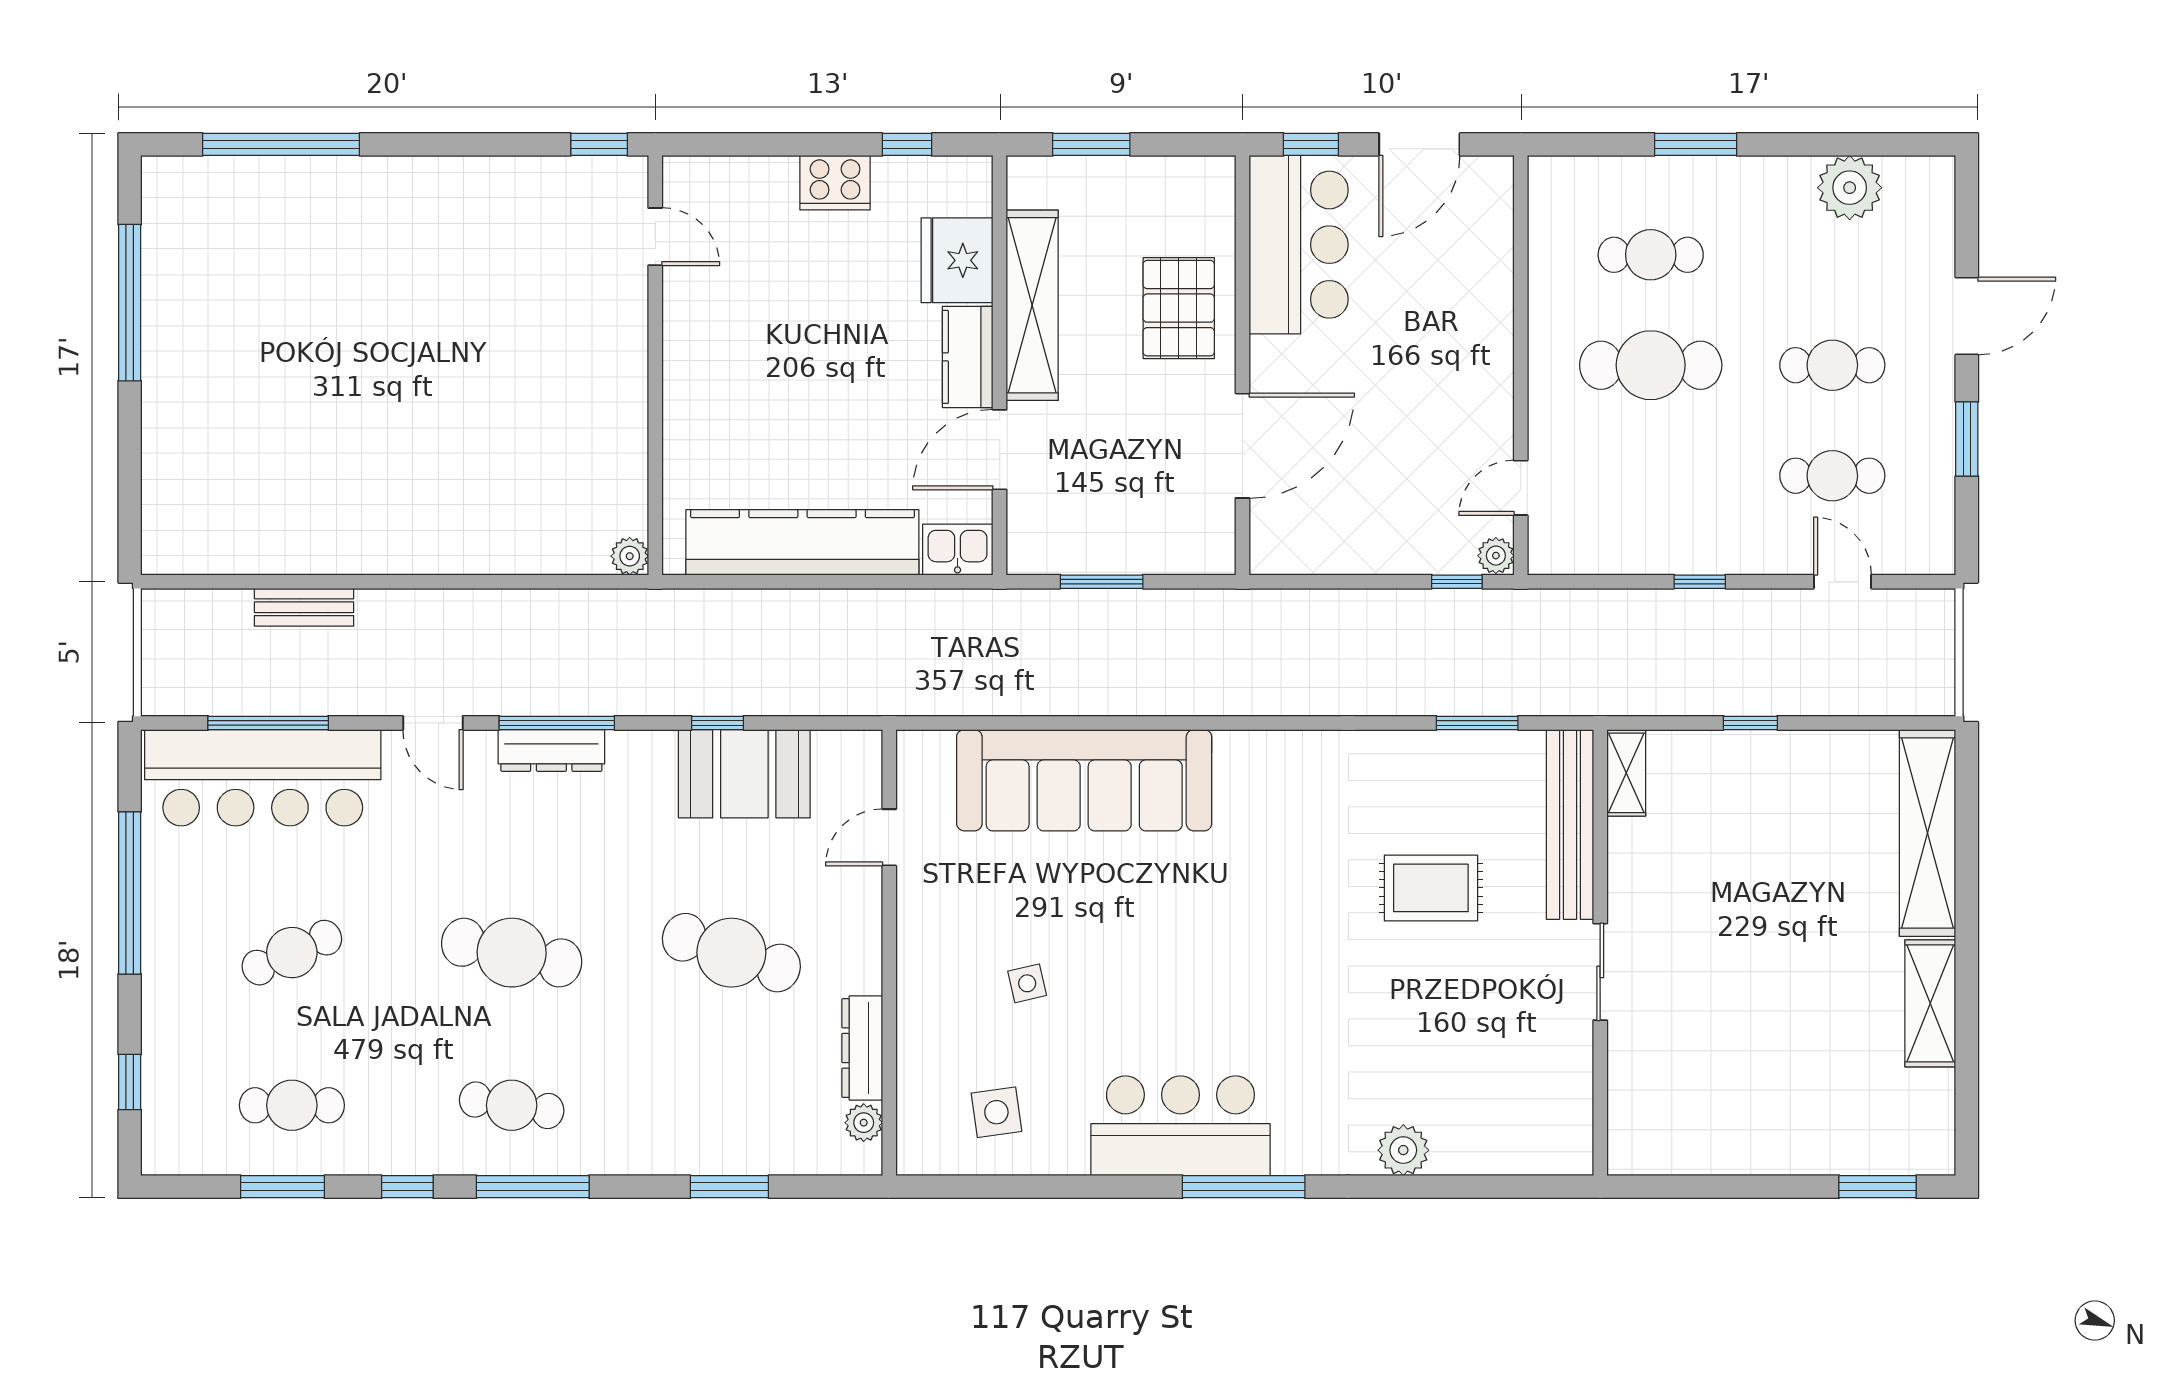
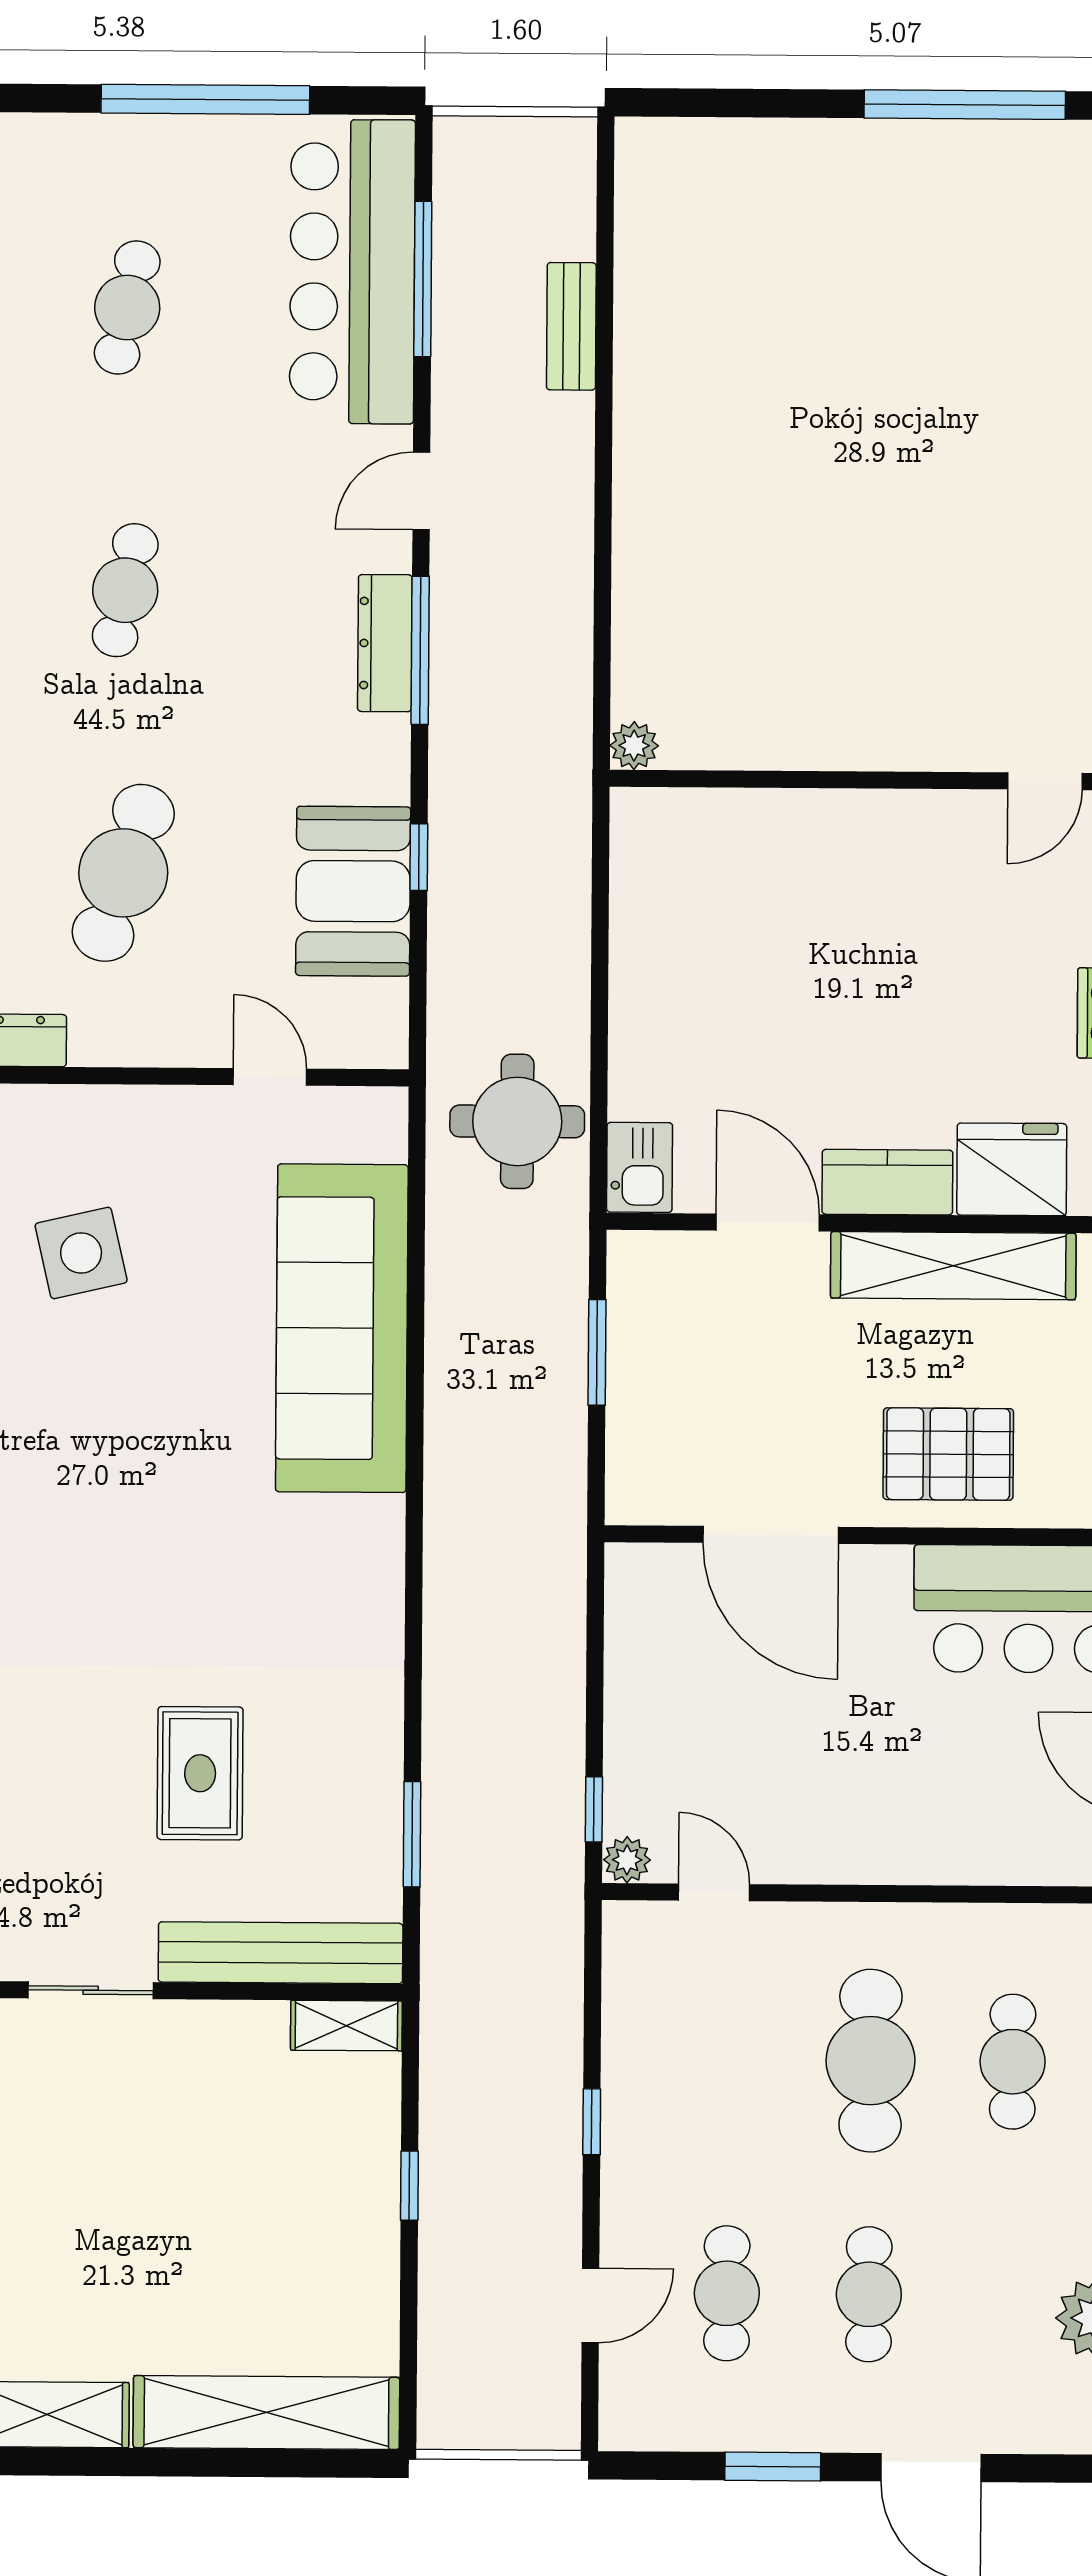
kitchen counter: (802, 542) -> (650, 968), removed
round table: (922, 645) -> (517, 1121), added
cafe table: (292, 953) -> (127, 308), turned 36
cafe table: (512, 953) -> (125, 590), width x0.73, depth x0.74
side table: (1027, 983) -> (81, 1253), width x1.87, depth x1.87

